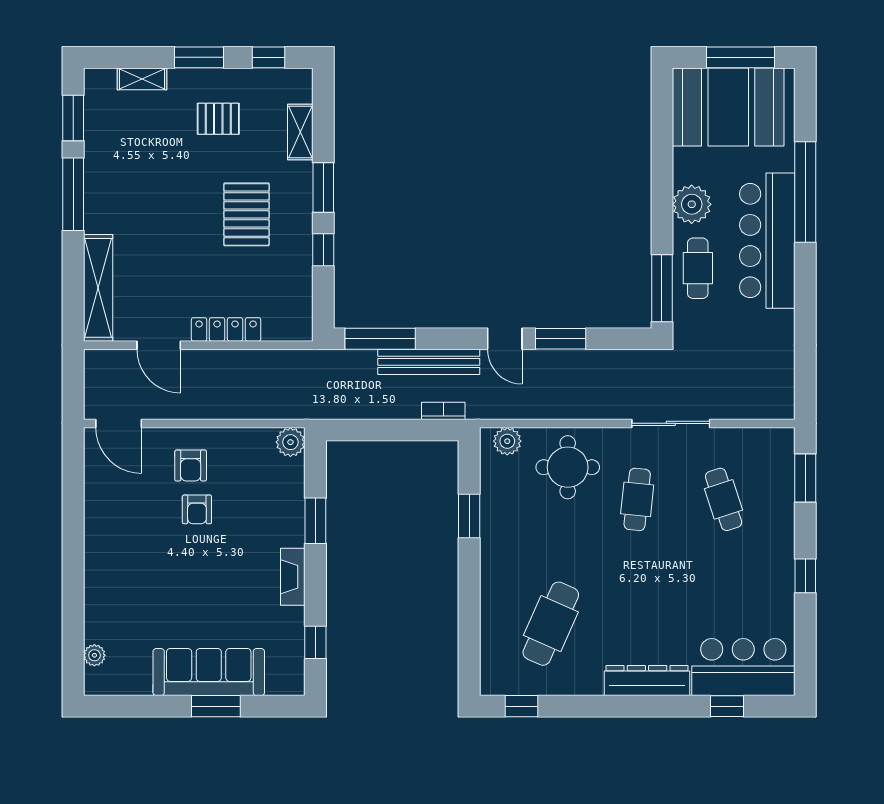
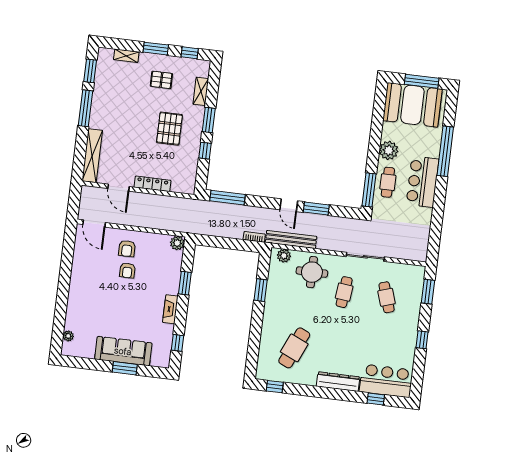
bar counter: (767, 241) -> (423, 182), width x0.73
bench: (429, 362) -> (291, 239), moved

